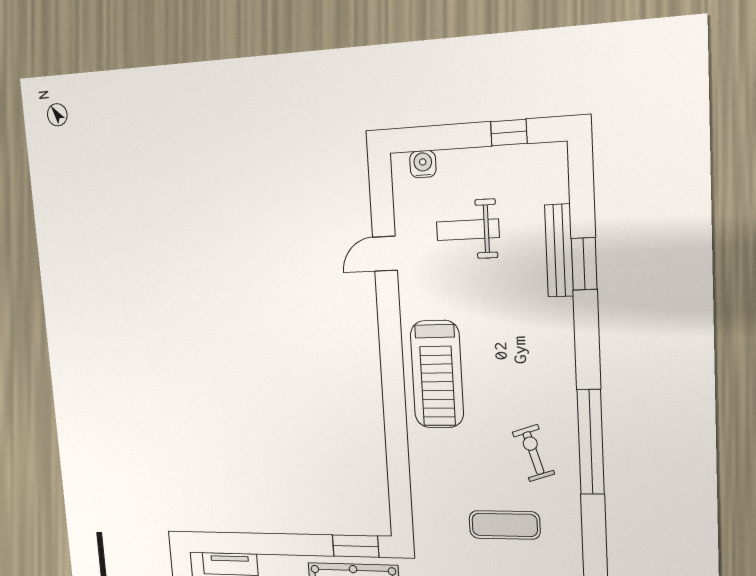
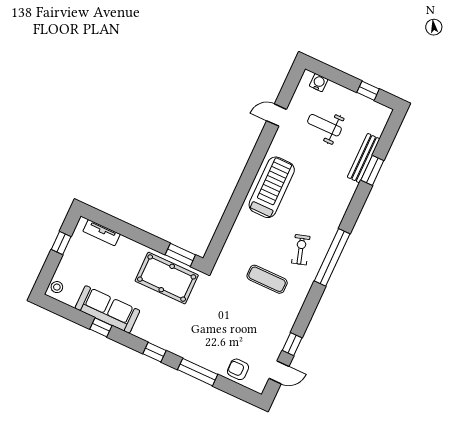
treadmill: (437, 374) -> (272, 187), turned 180

